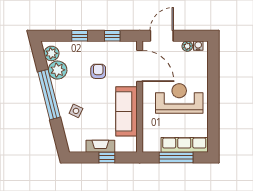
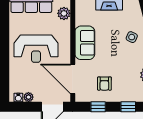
armchair: (98, 71) -> (104, 84), moved
sofa: (127, 111) -> (85, 43), width x0.73
plant: (149, 136) -> (64, 13), added

